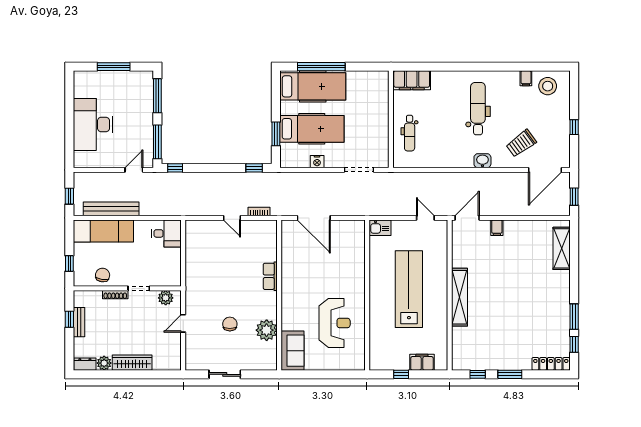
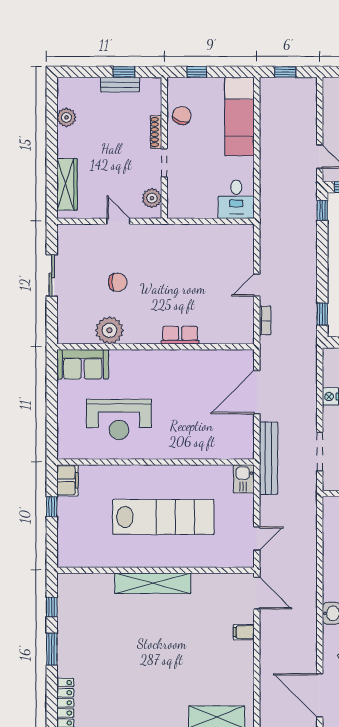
bench: (111, 209) -> (268, 458), moved
chair: (103, 275) -> (182, 115), turned -78
filing cabinet: (422, 362) -> (67, 480), moved
wardrobe: (132, 363) -> (67, 184), moved
dresser: (85, 364) -> (65, 92), removed

